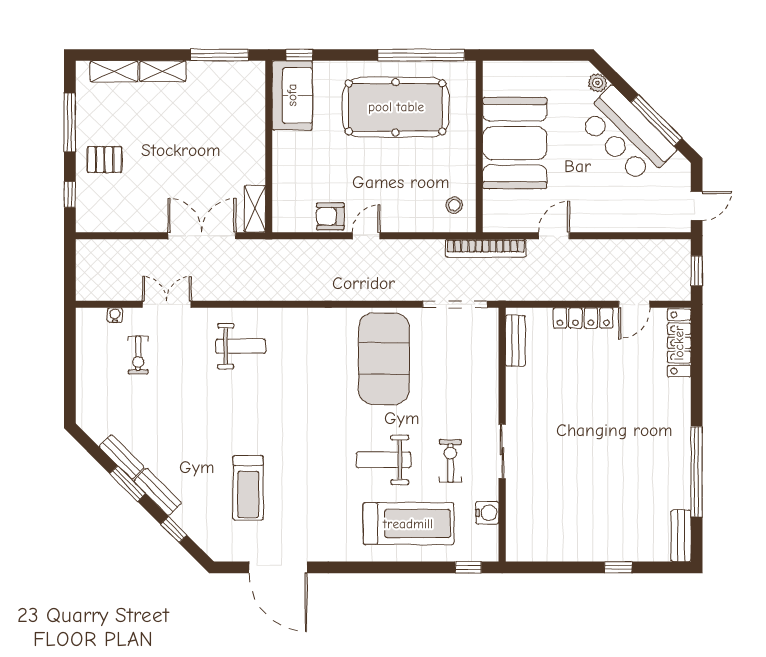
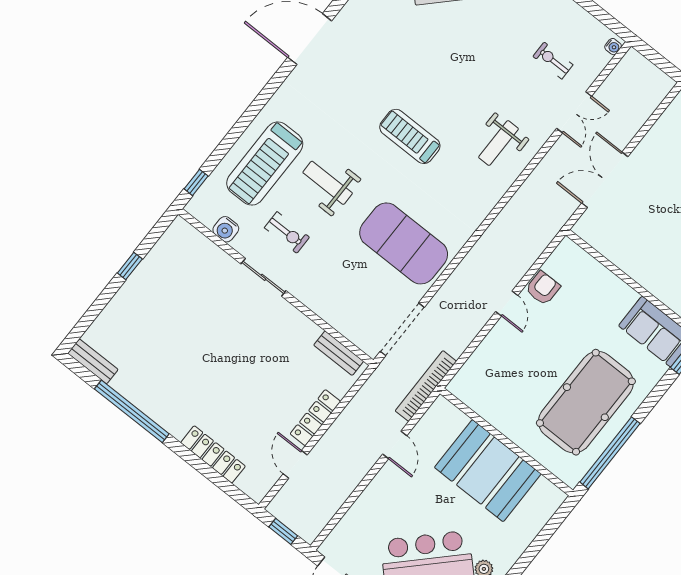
stool: (454, 205) -> (477, 388), removed
shelving: (255, 209) -> (593, 236), removed
double door: (202, 236) -> (605, 180), swing flipped
water cooler: (115, 315) -> (613, 47), moved
locker: (679, 343) -> (213, 454), moved
weight bench: (384, 460) -> (328, 183), turned -90
treadmill: (248, 488) -> (410, 136), moved
window: (618, 567) -> (130, 266), moved

